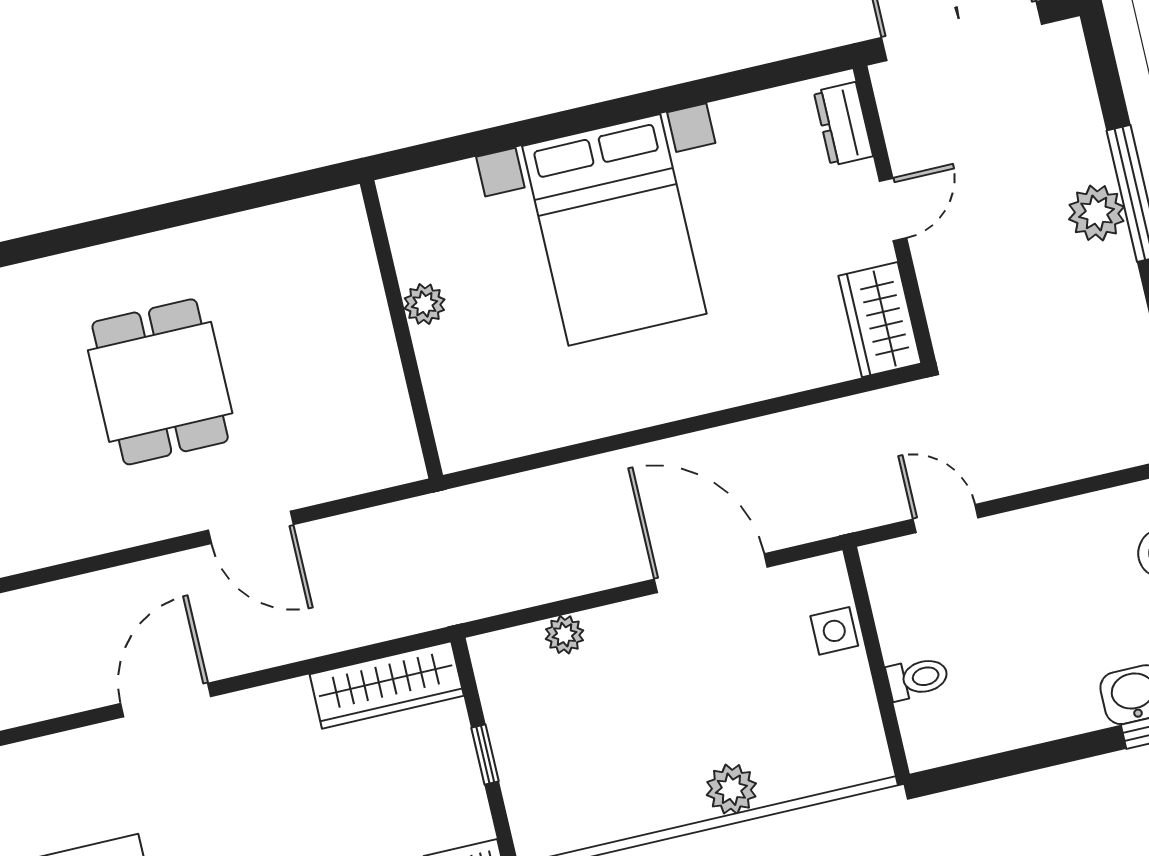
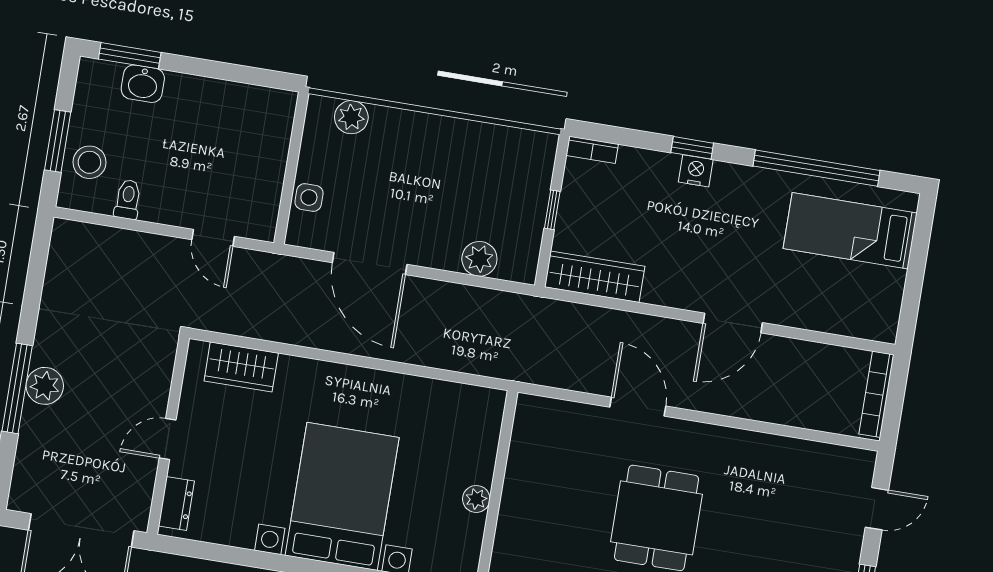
wardrobe: (880, 320) -> (241, 367), moved, turned 90
plant: (565, 635) -> (479, 259), width x1.38, depth x1.38
toilet: (918, 678) -> (128, 199), moved, turned 90
plant: (731, 789) -> (351, 117), moved

